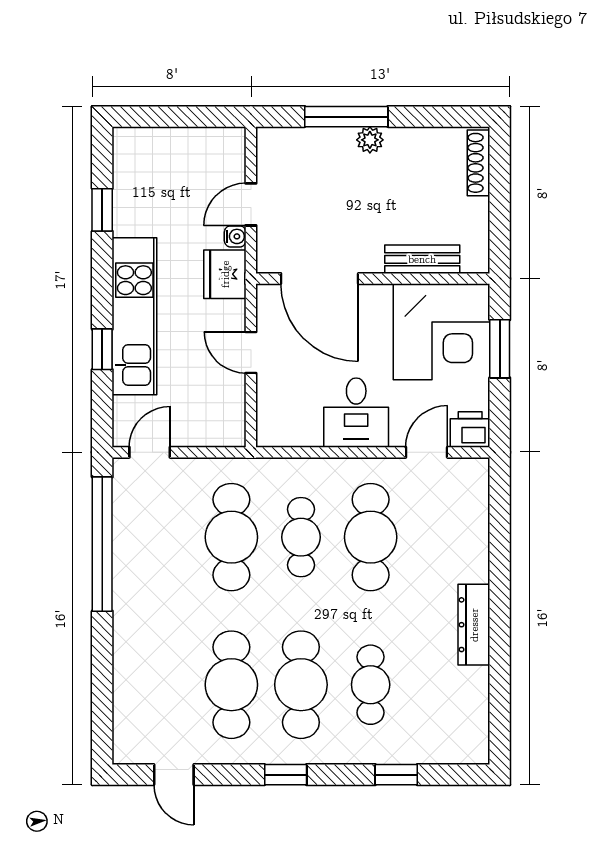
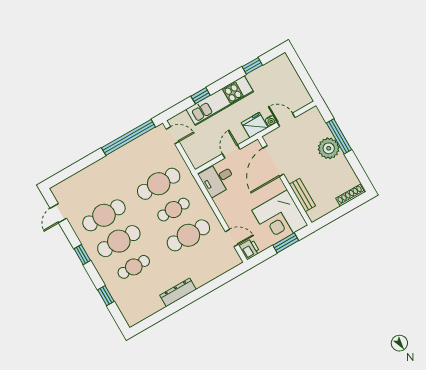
plant: (370, 140) -> (329, 148), width x1.87, depth x1.87
desk: (356, 413) -> (217, 179), moved

